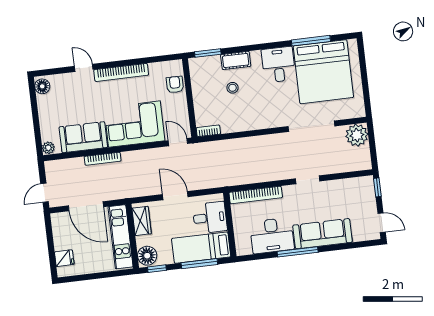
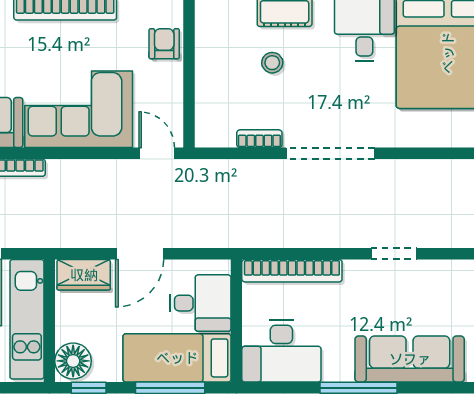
doorway: (311, 126) -> (330, 153), moved
bookcase: (208, 131) -> (259, 139), moved
door: (175, 196) -> (140, 254), swing flipped
wardrobe: (142, 221) -> (84, 275), moved, turned 90
desk: (272, 236) -> (281, 351), moved

